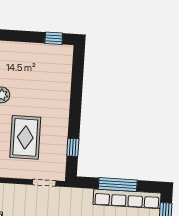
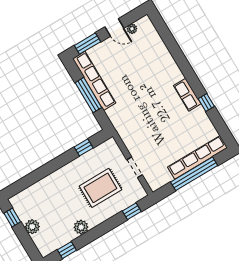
plant: (33, 51) -> (32, 227), added
doorway: (44, 183) -> (135, 167), moved

